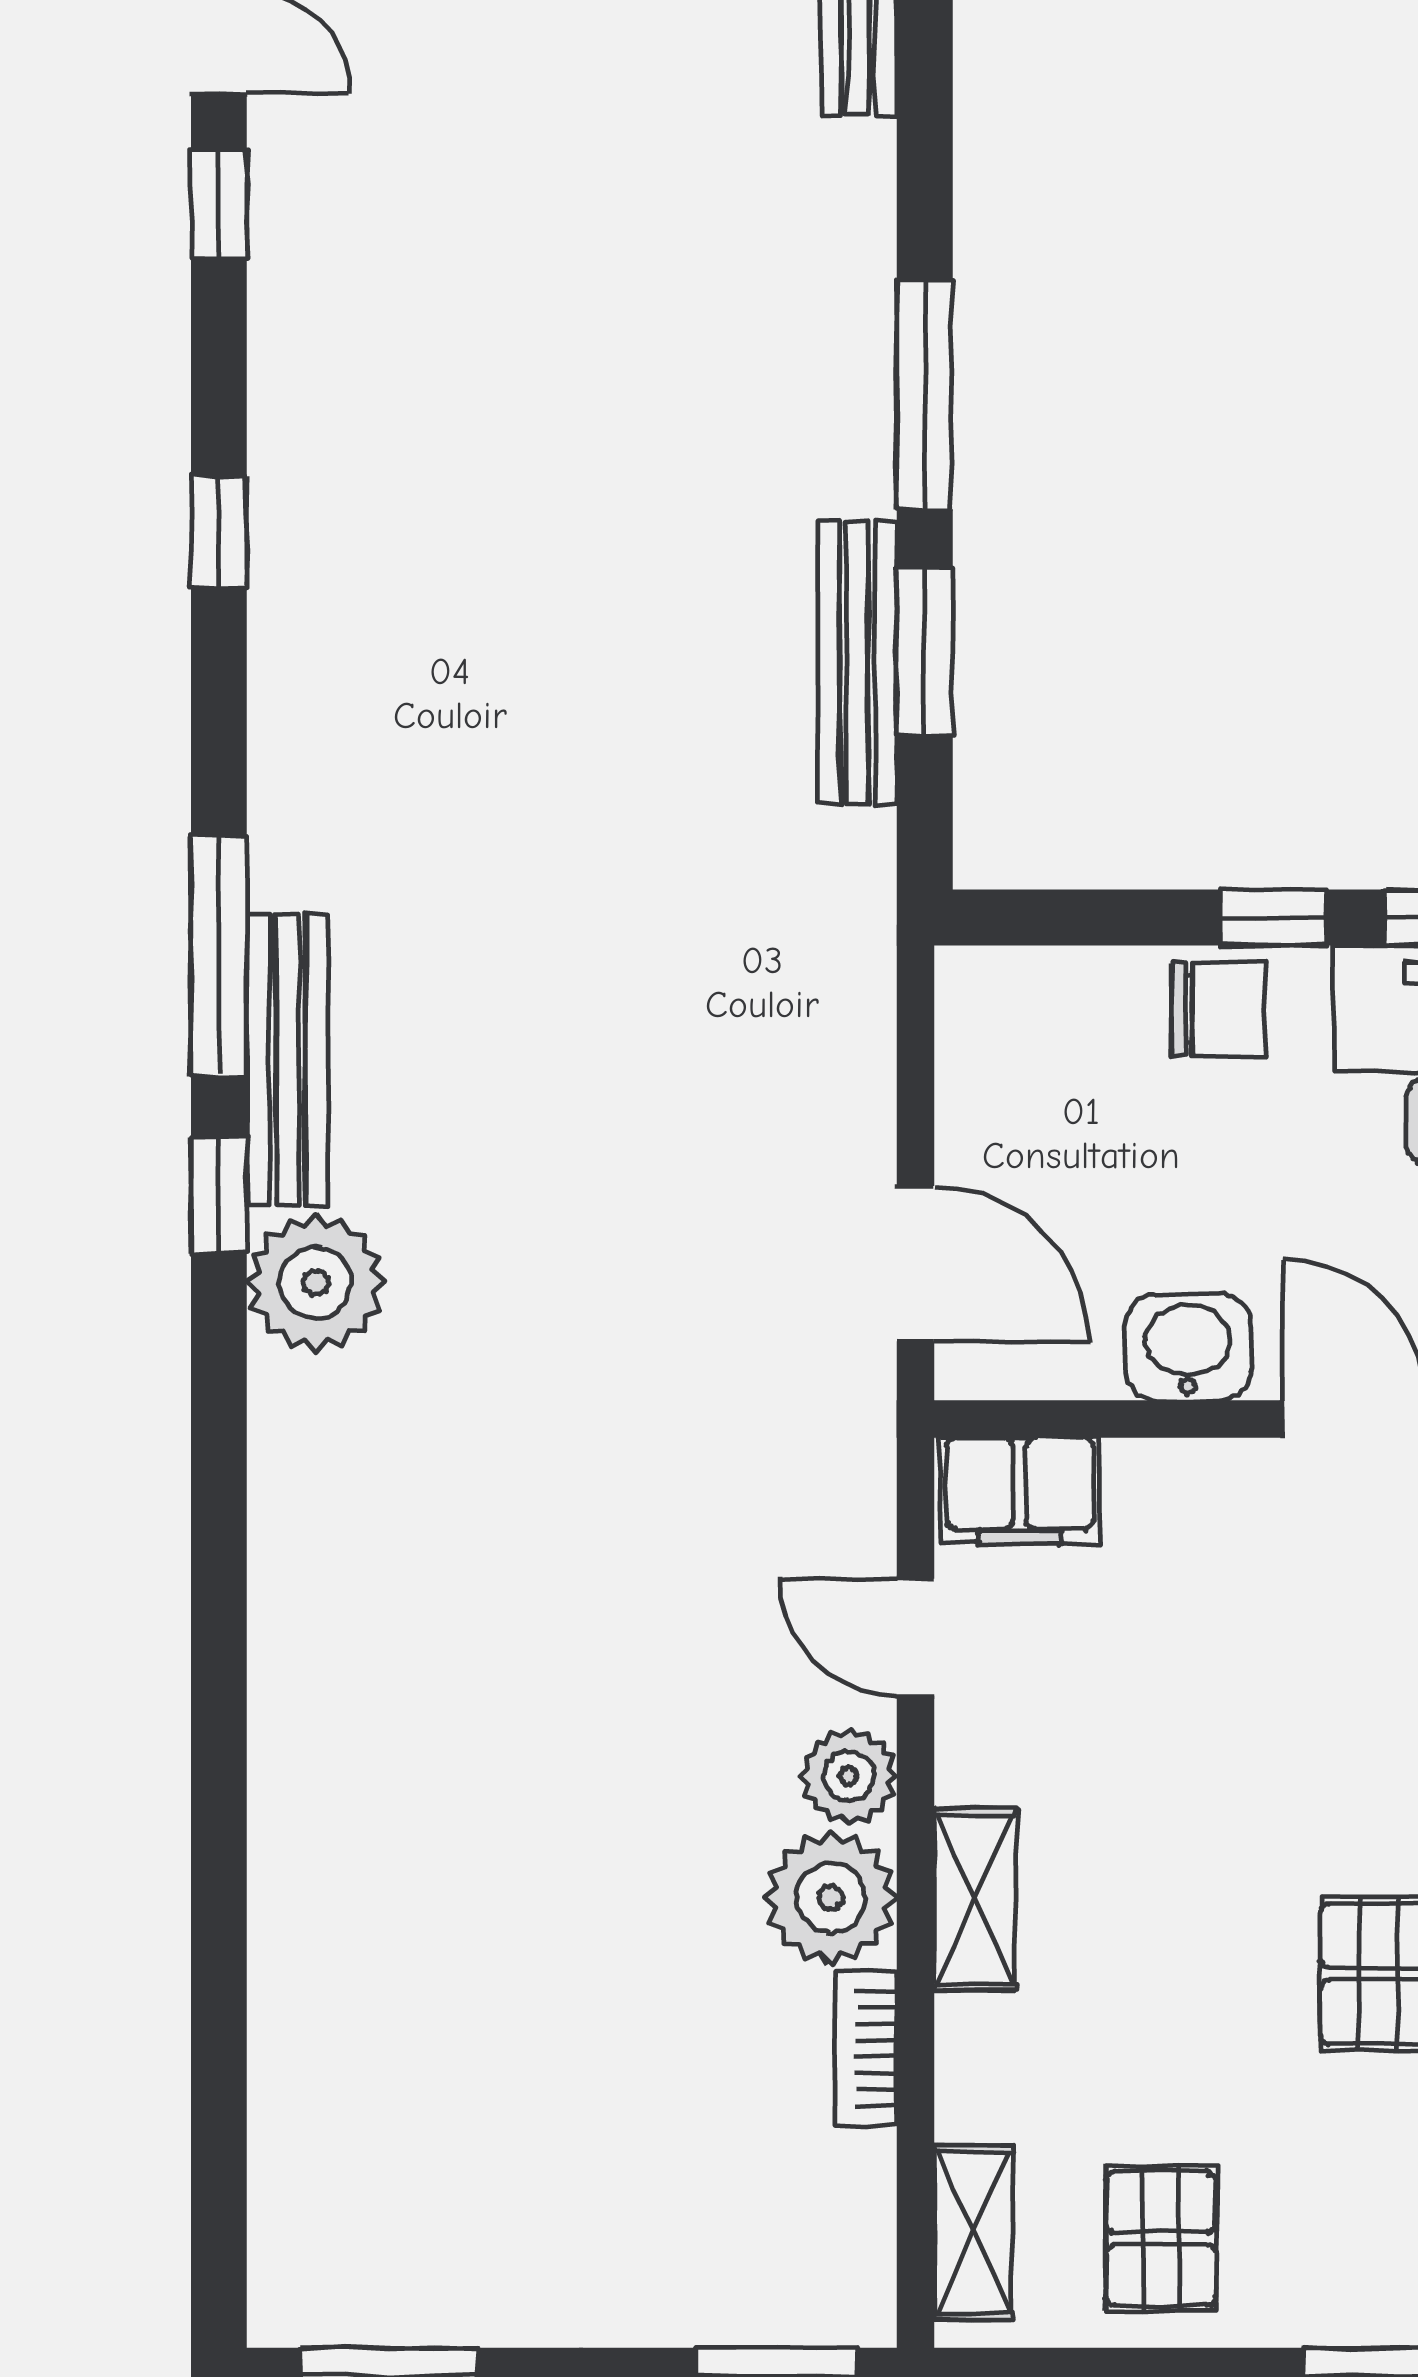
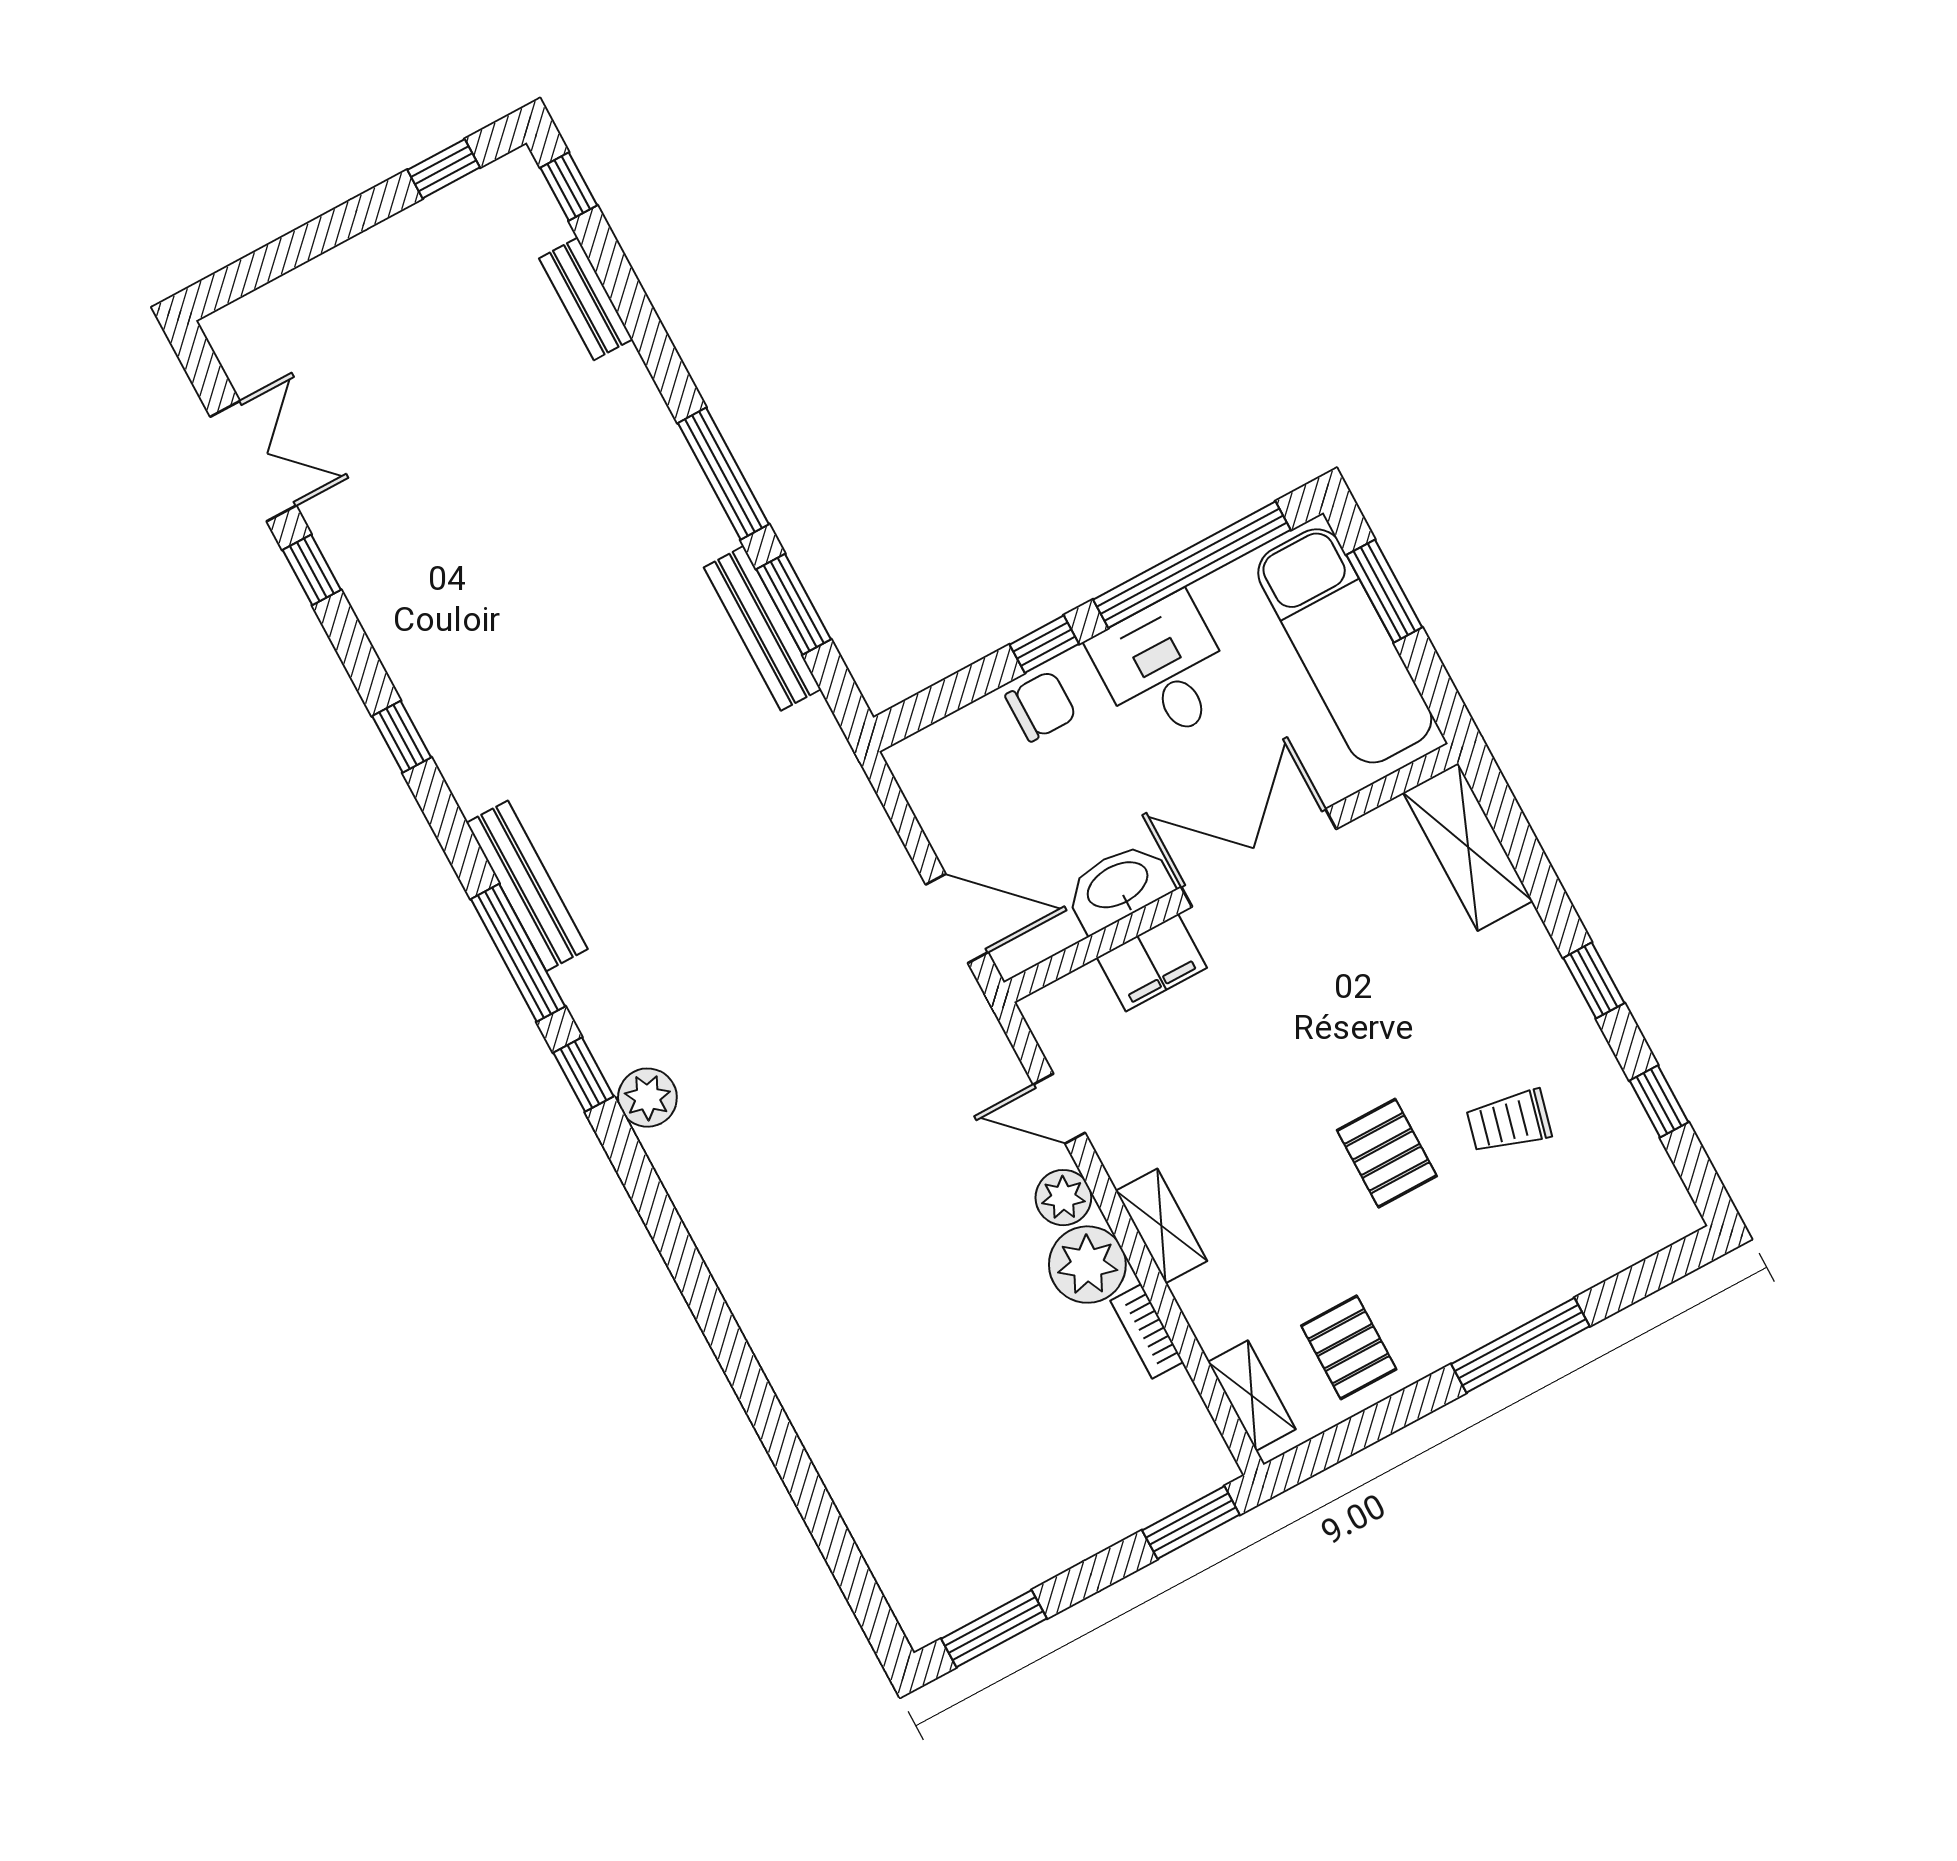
bench: (288, 1060) -> (527, 886), moved
plant: (316, 1283) -> (647, 1098), width x0.73, depth x0.73
washbasin: (1188, 1347) -> (1118, 886), width x1.38
filing cabinet: (1020, 1491) -> (1152, 963), moved

